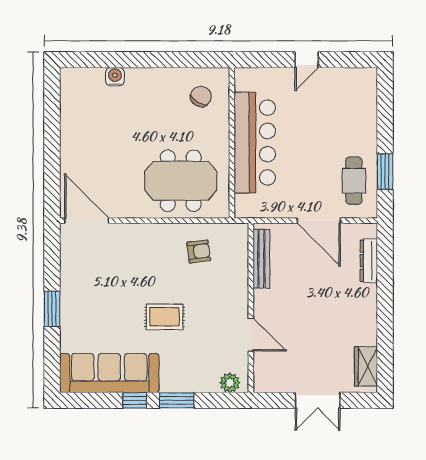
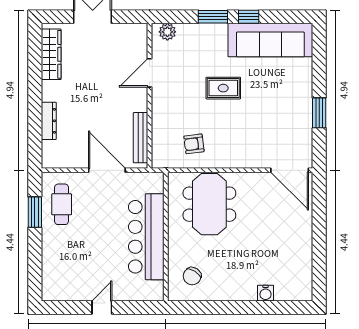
meeting table: (181, 181) -> (209, 204), turned 90
door: (319, 221) -> (107, 170), moved
dresser: (369, 261) -> (49, 121), moved
window: (52, 309) -> (319, 113), moved
door: (251, 335) -> (150, 73), hinge flipped
wardrobe: (366, 366) -> (51, 54), width x1.50

